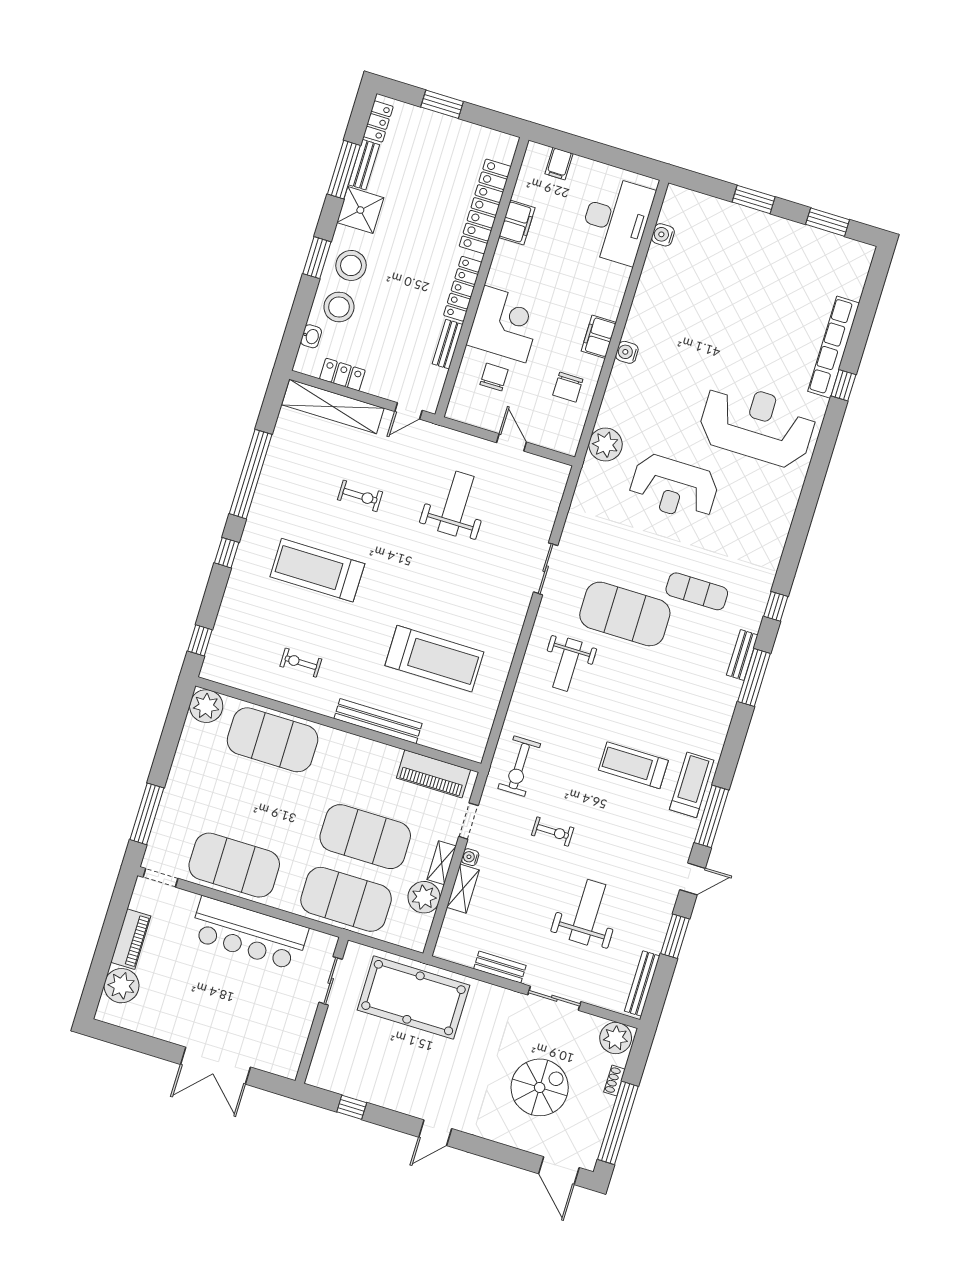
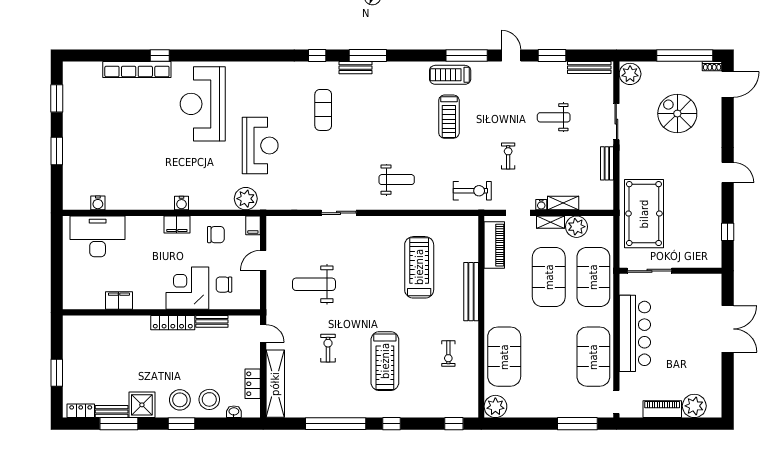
filing cabinet: (559, 164) -> (253, 225), moved, turned 90
locker: (485, 206) -> (115, 324), removed
exercise mat: (625, 614) -> (352, 152), removed
weight bench: (587, 912) -> (554, 117), width x0.73, depth x0.75
sliding door: (331, 981) -> (650, 271), width x1.37
shoe rack: (614, 1081) -> (712, 66), moved

